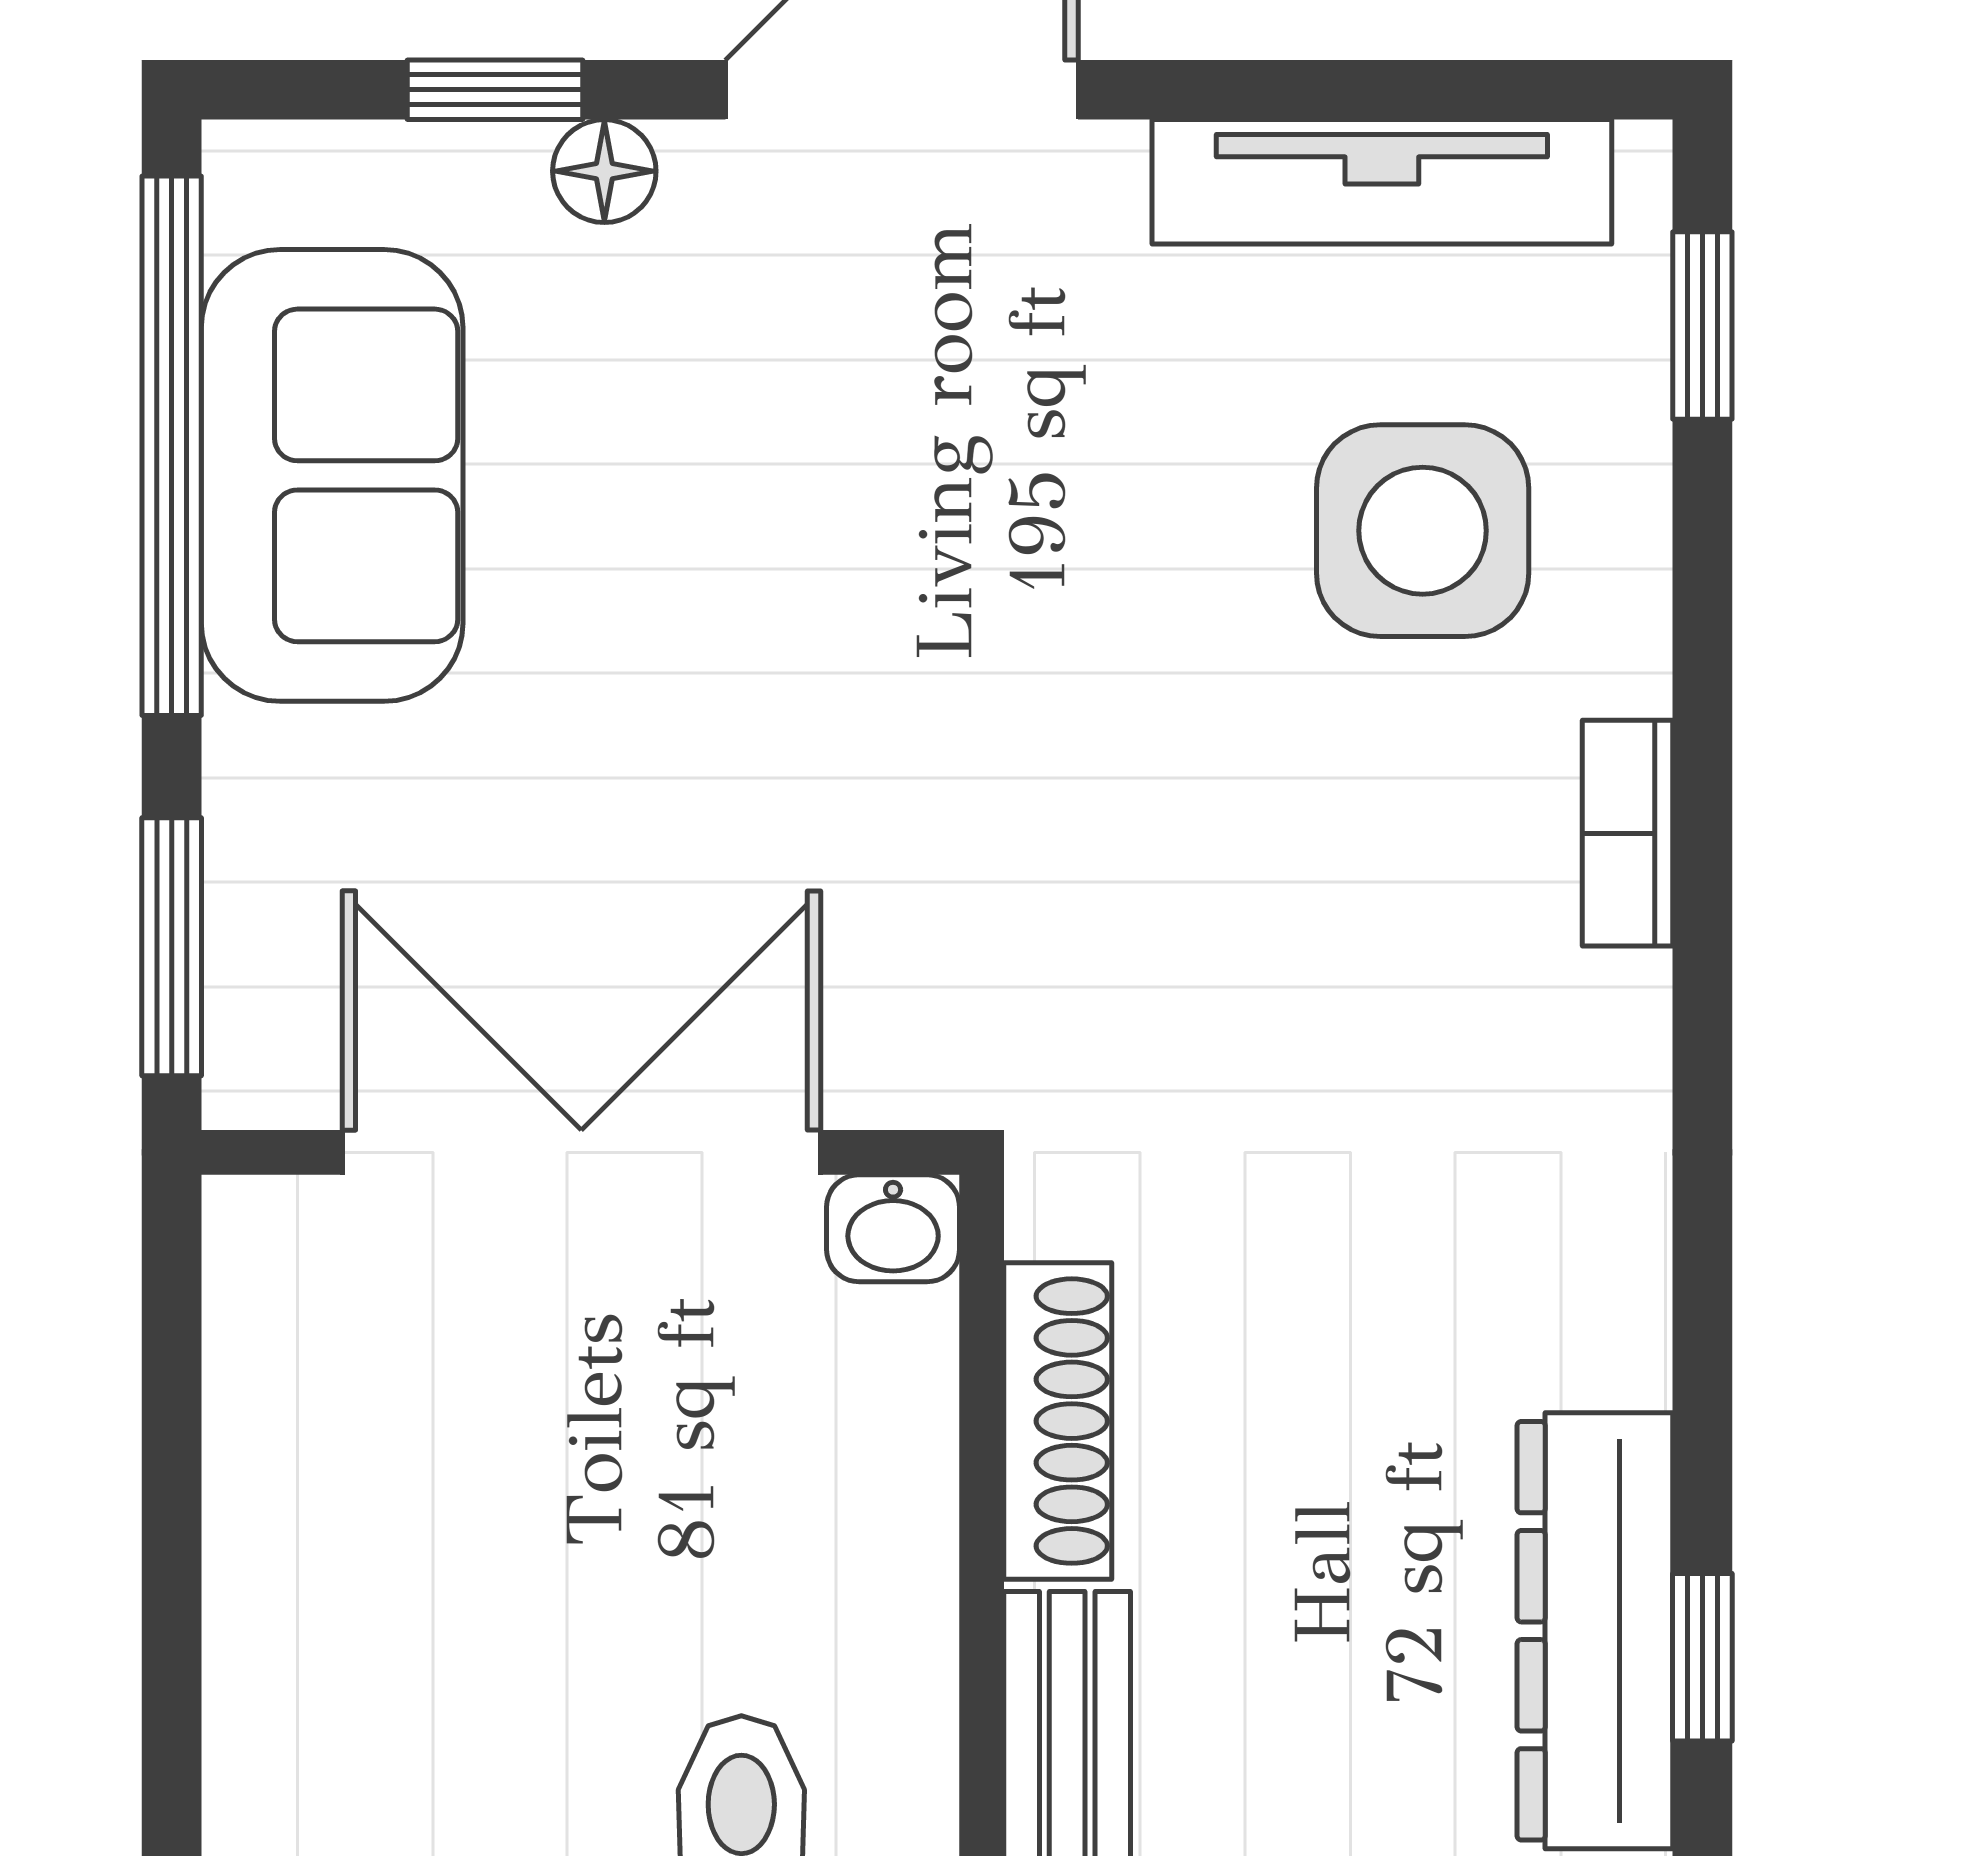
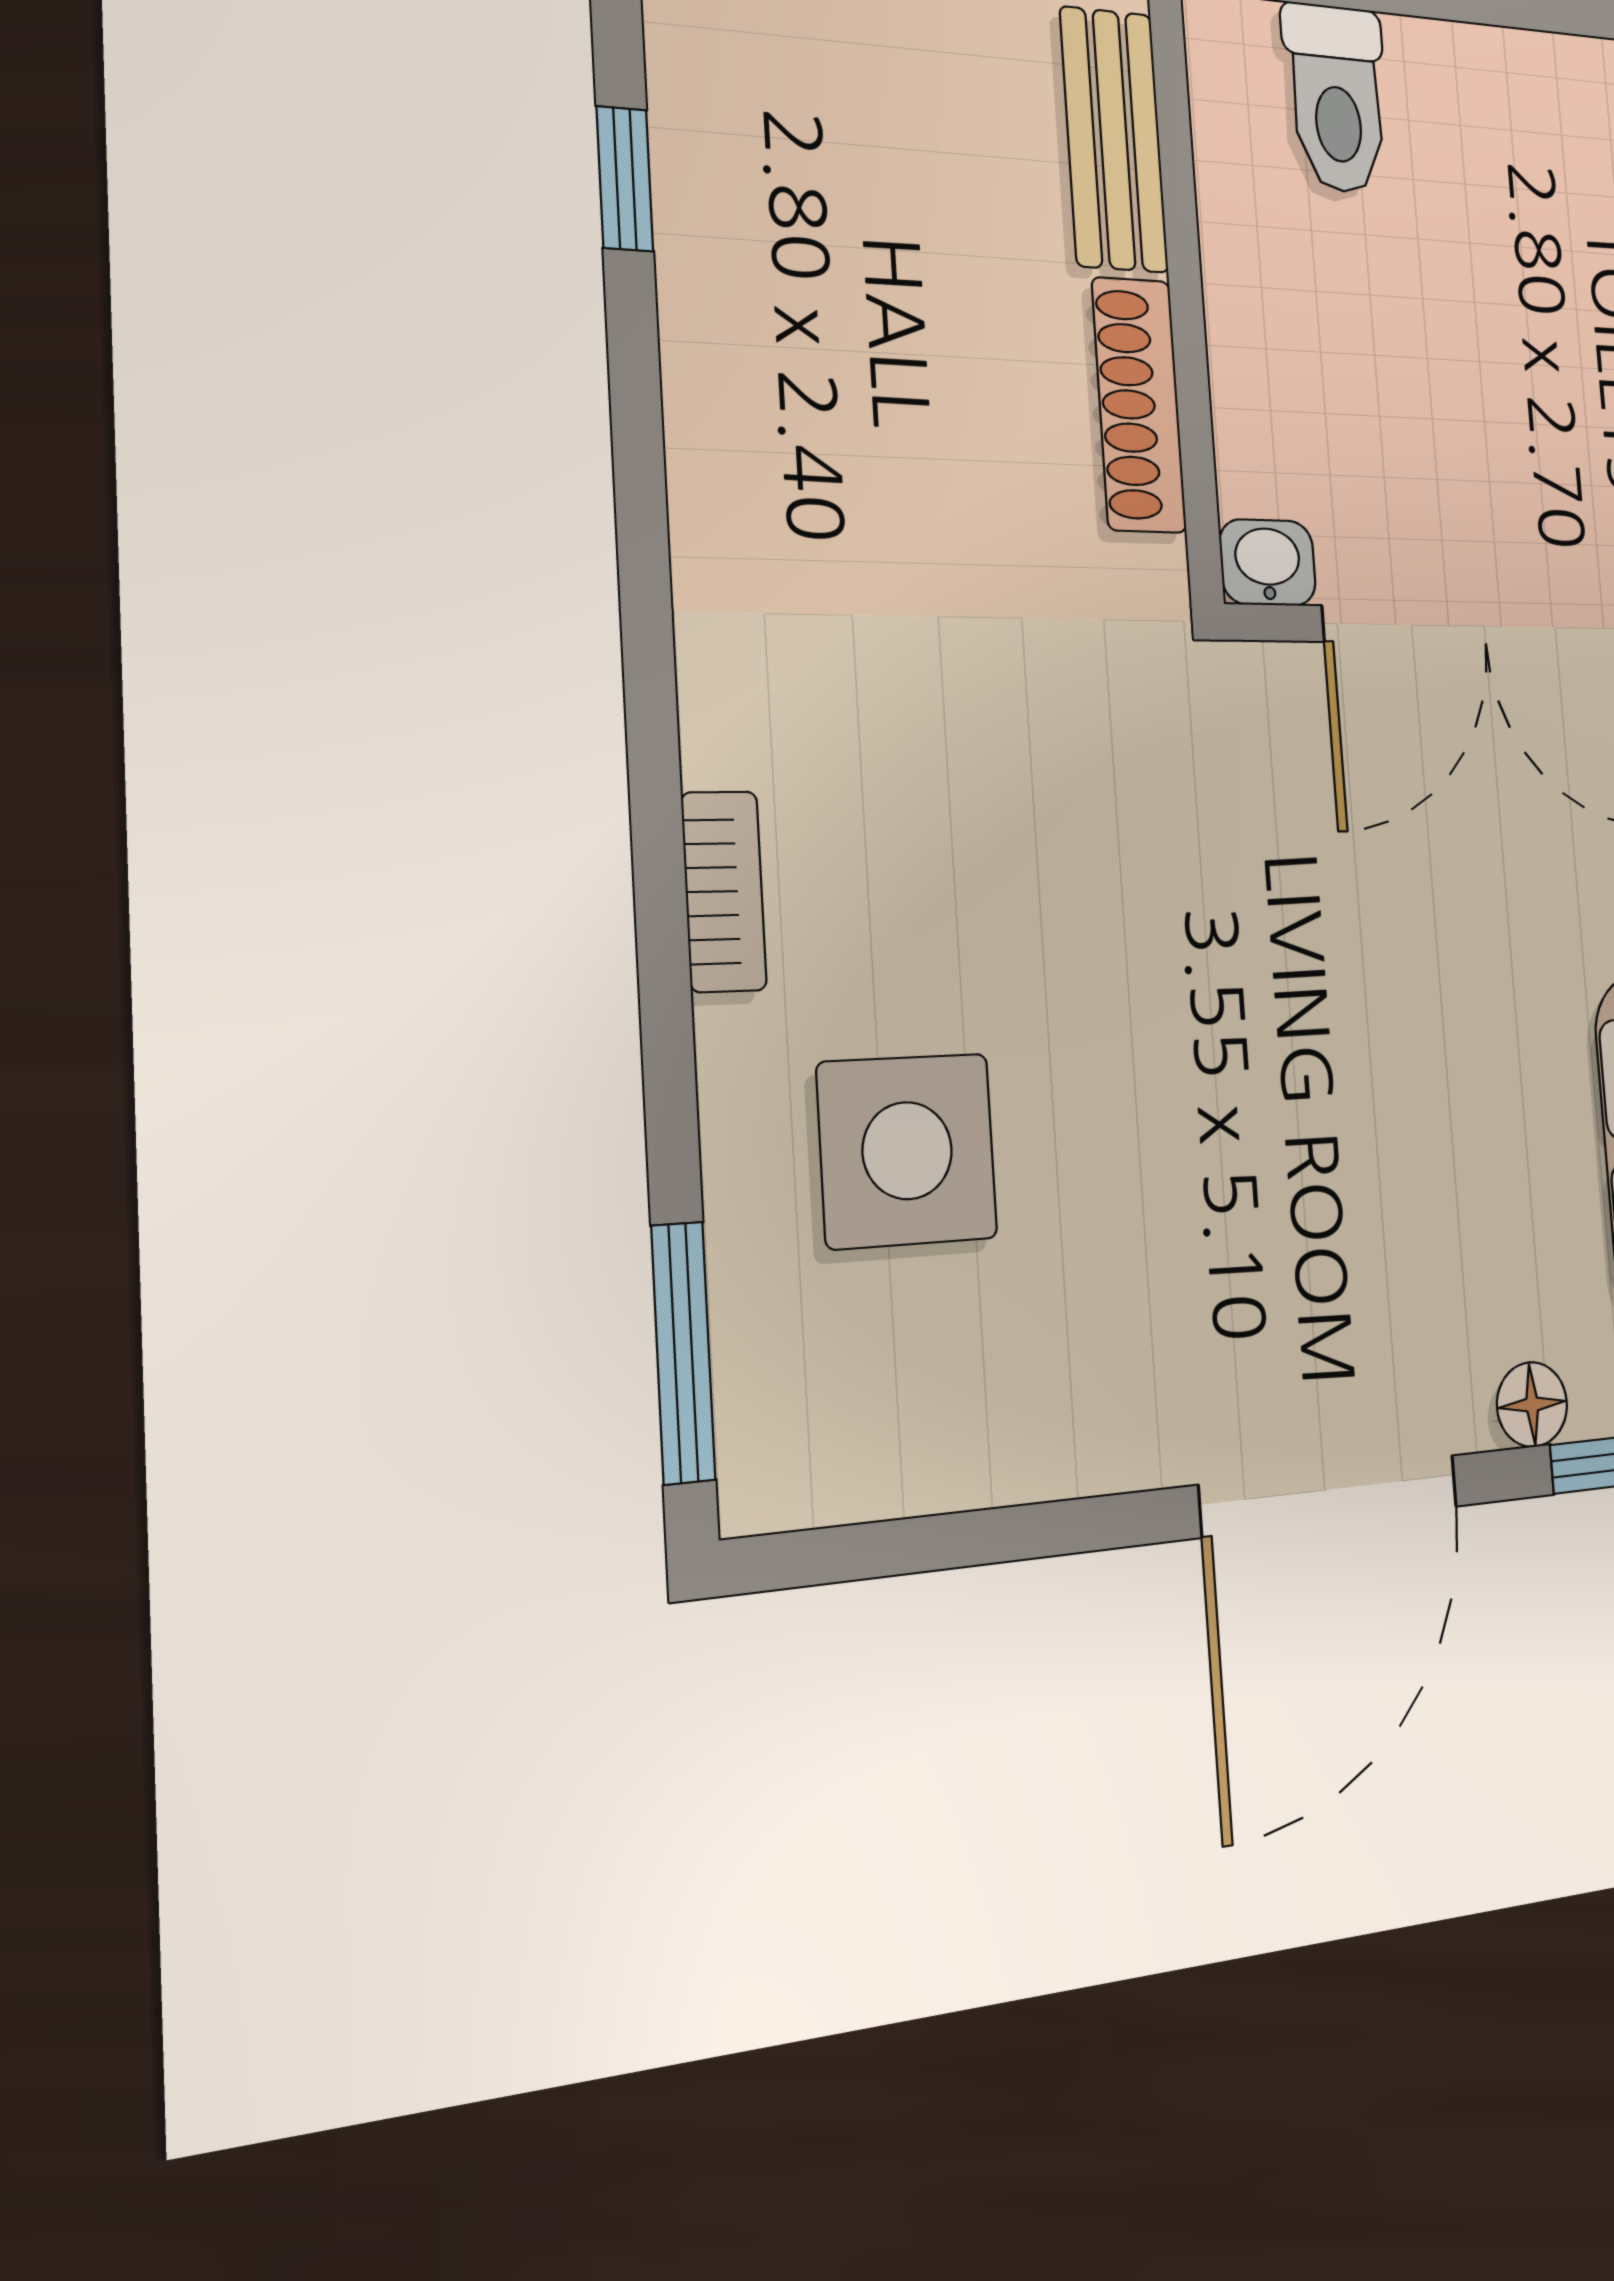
tv unit: (1382, 182) -> (958, 1457), removed
window: (1702, 325) -> (683, 1352), width x1.50
dresser: (1595, 1631) -> (715, 208), removed

